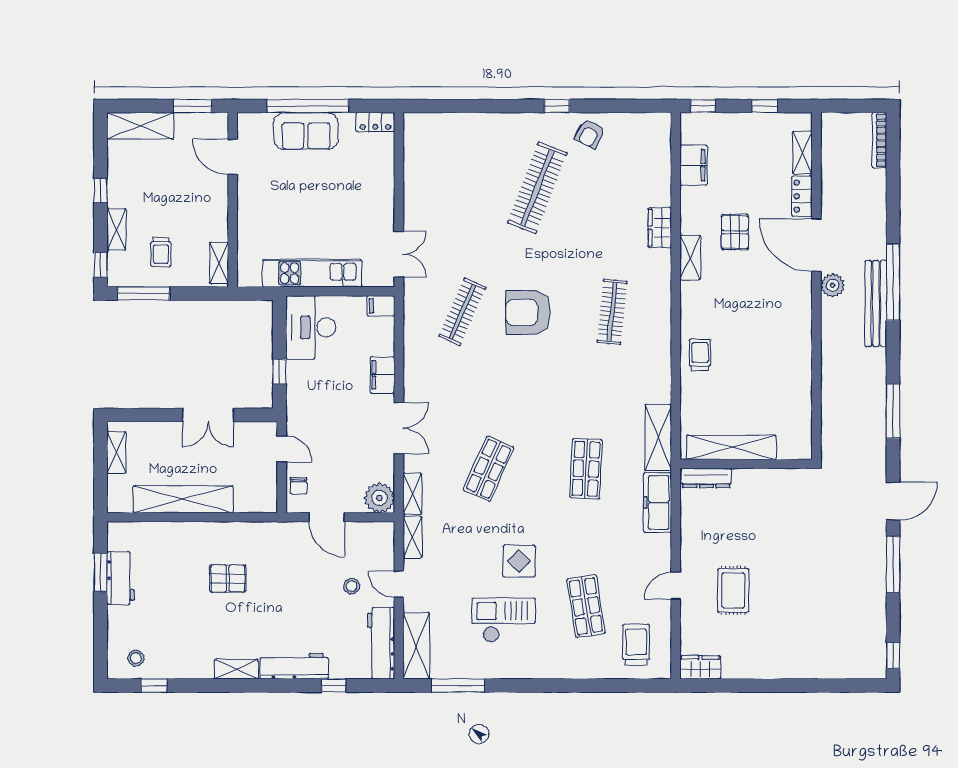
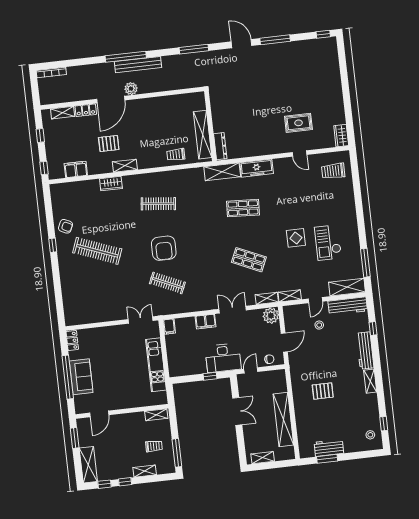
window: (101, 265) -> (105, 484), moved
desk: (311, 327) -> (223, 358), moved
shelving: (731, 447) -> (203, 135), moved
wall: (746, 464) -> (210, 126), moved
dresser: (706, 478) -> (220, 146), moved
pallet: (228, 578) -> (323, 391), turned 90
shop shelf: (586, 606) -> (316, 200), removed

